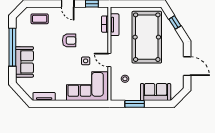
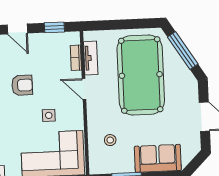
window: (175, 22) -> (183, 51), width x2.17
door: (109, 60) -> (84, 89), moved

